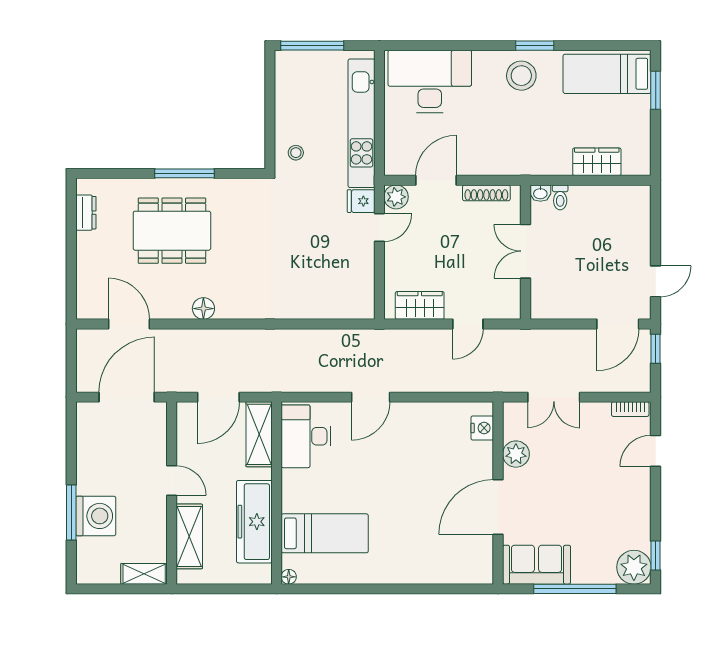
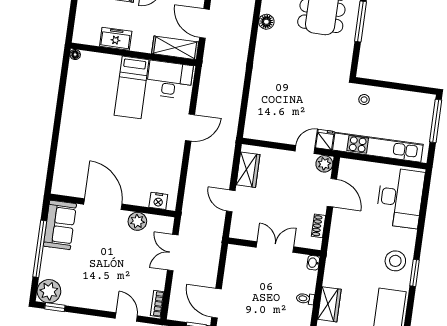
shoe rack: (486, 193) -> (319, 226), width x0.70
toilet: (560, 197) -> (305, 299), moved
door: (379, 228) -> (305, 150), swing flipped
door: (371, 397) -> (190, 128), swing flipped
freezer: (254, 522) -> (116, 39), width x0.52, depth x0.79
bed: (325, 533) -> (132, 87), moved

